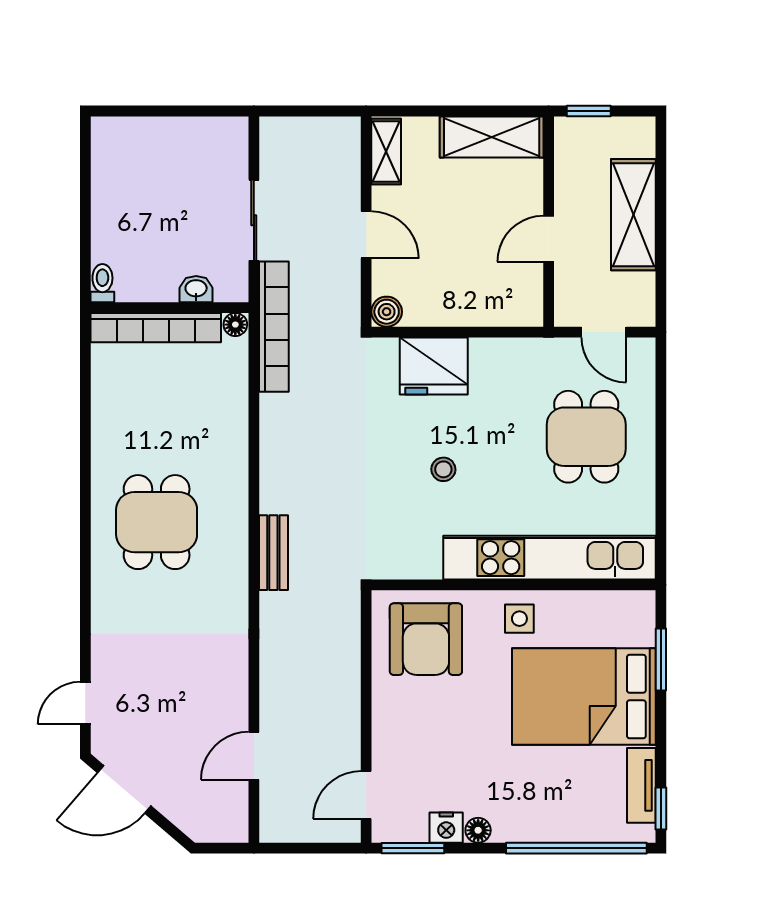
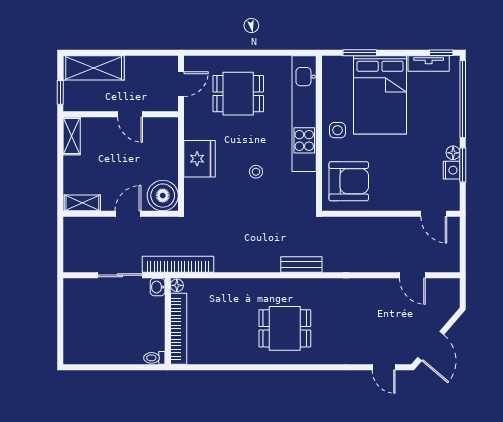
shelving: (492, 137) -> (72, 136), width x0.67, depth x0.75
shelving: (633, 215) -> (94, 68), moved
washbasin: (196, 289) -> (158, 287), moved
boiler: (387, 312) -> (163, 196), width x1.86, depth x1.86
fridge: (434, 366) -> (200, 159), moved
window: (413, 848) -> (463, 165), moved

